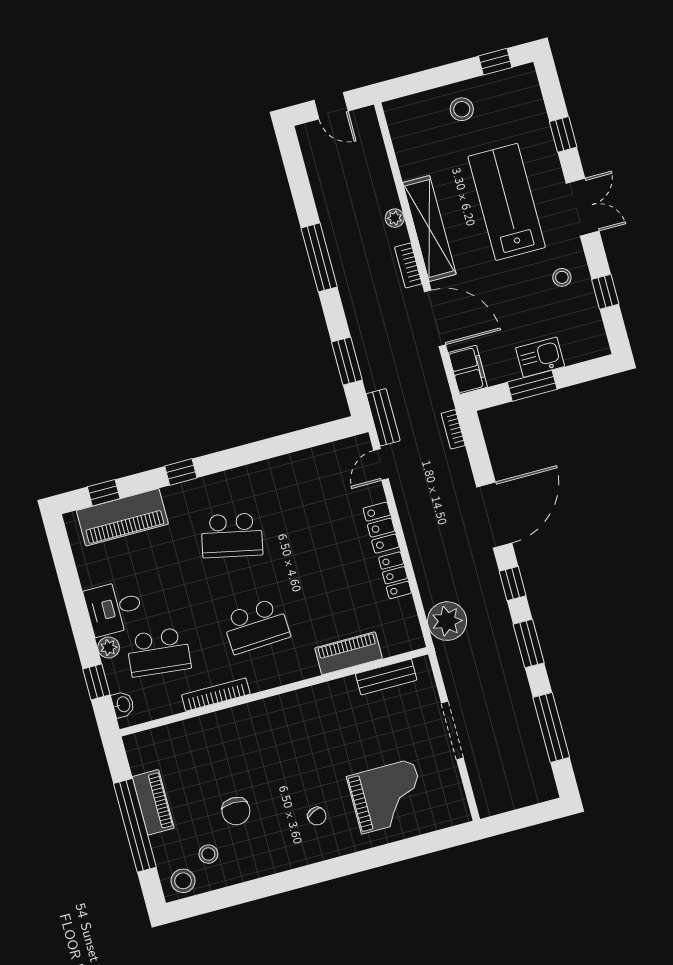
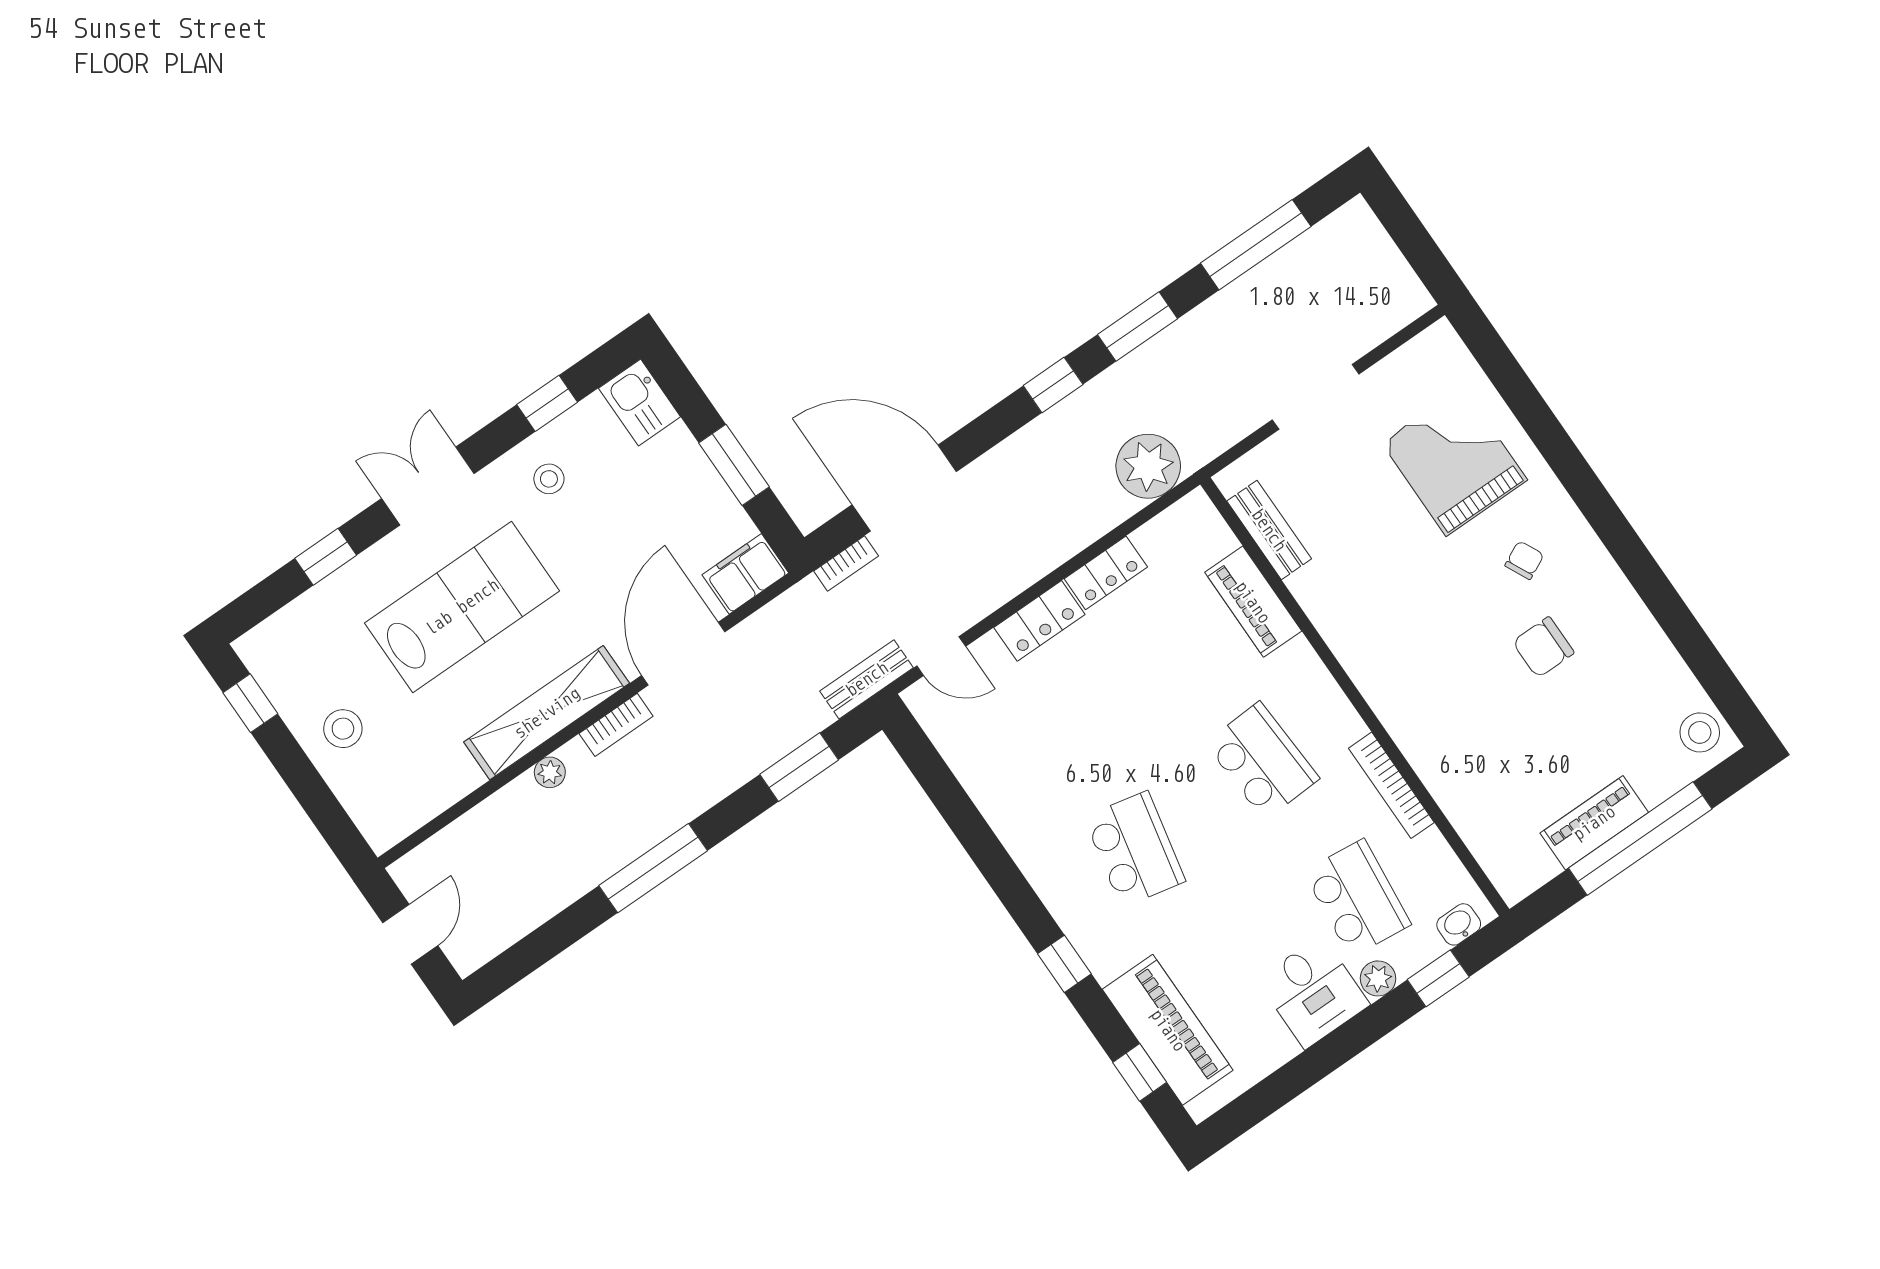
lab bench: (507, 202) -> (462, 607), turned 180
kitchen sink: (540, 357) -> (640, 402), moved
door: (494, 515) -> (904, 488), moved
chair: (236, 811) -> (1543, 647), moved, turned 180
stool: (208, 854) -> (1644, 708), removed

